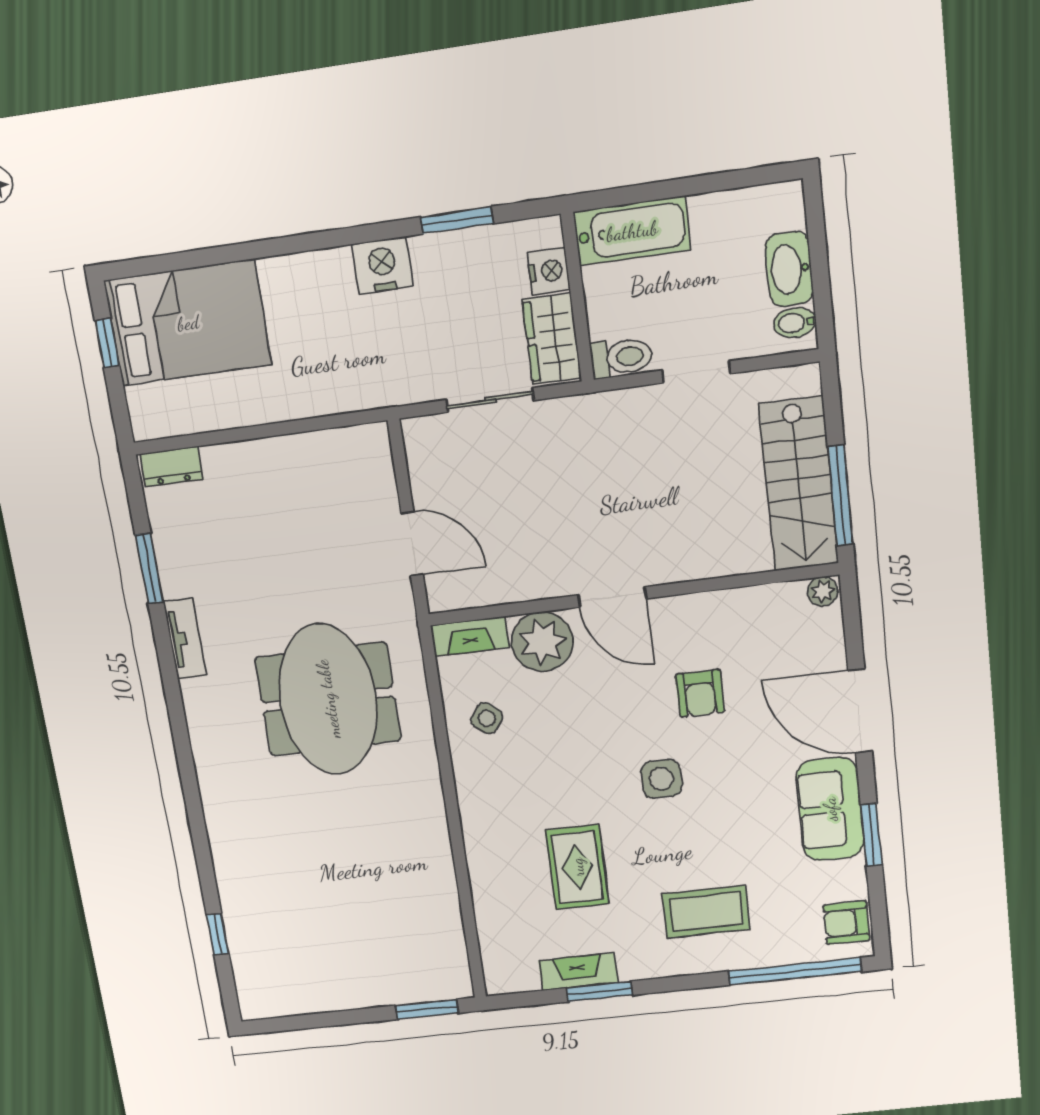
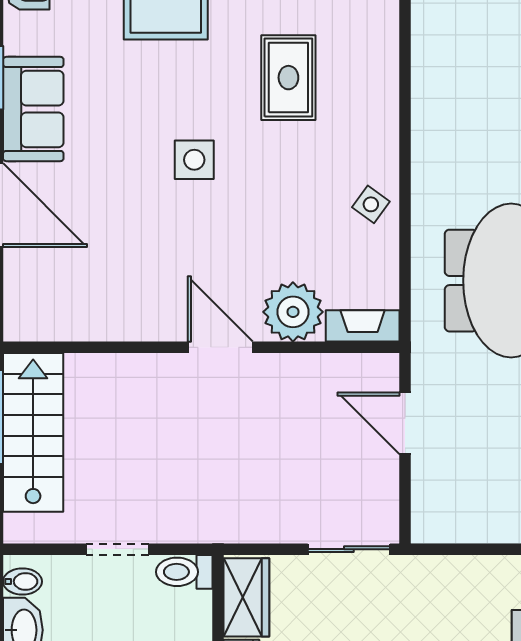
sliding door: (490, 400) -> (349, 549), moved
plant: (823, 591) -> (20, 327), removed
armchair: (700, 693) -> (147, 242), removed
side table: (487, 718) -> (371, 204), moved

